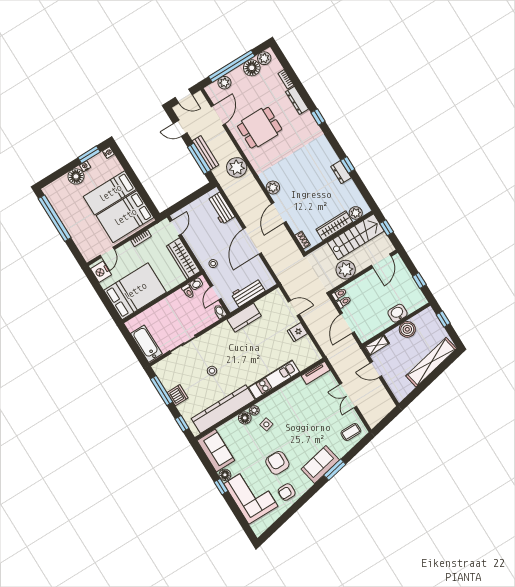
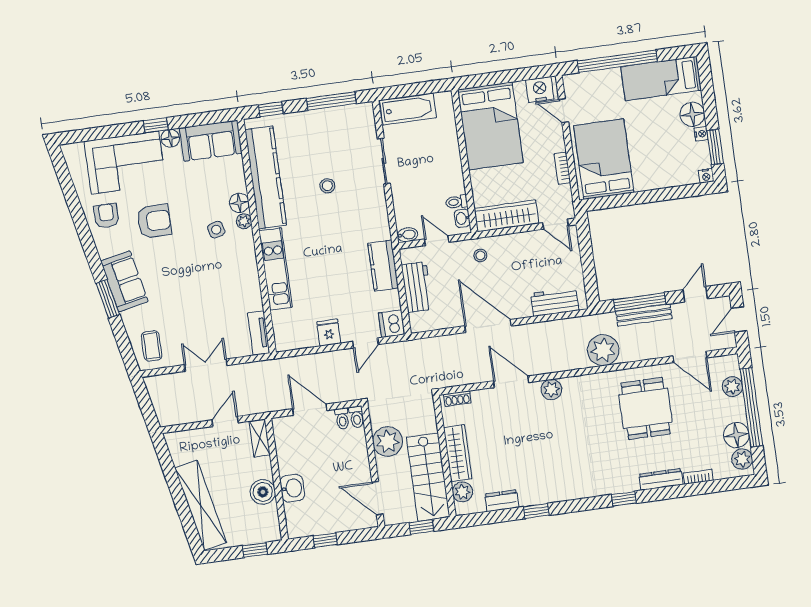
dresser: (341, 172) -> (502, 501), moved
bed: (110, 193) -> (661, 78), moved, turned -90
window: (55, 218) -> (617, 61), moved
dishwasher: (178, 395) -> (392, 324), moved, turned 90

